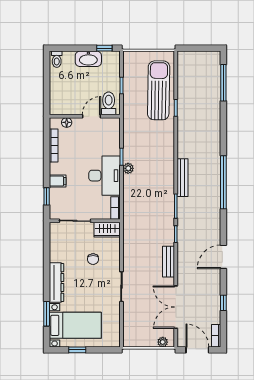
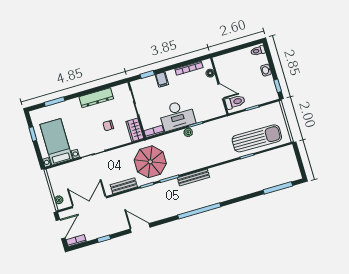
washbasin: (88, 59) -> (266, 70), width x0.52, depth x0.69
parasol: (149, 223) -> (150, 162), added
dresser: (56, 283) -> (96, 98), moved
bed with nightstands: (75, 325) -> (56, 142), moved, turned 180

